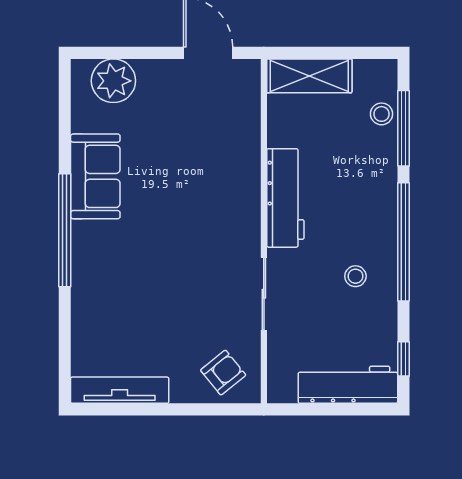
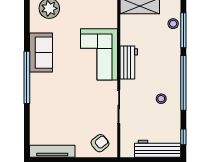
corner sofa: (221, 180) -> (99, 54), added
workbench: (285, 198) -> (129, 62), width x0.73

